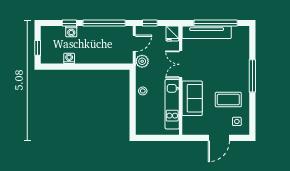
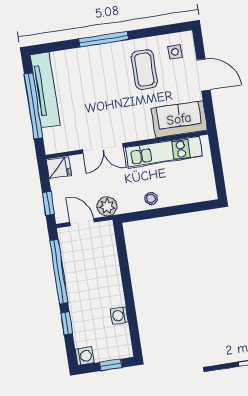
washing machine: (71, 31) -> (85, 356), moved
tv unit: (207, 32) -> (45, 90), moved
sofa: (192, 98) -> (179, 119), moved

